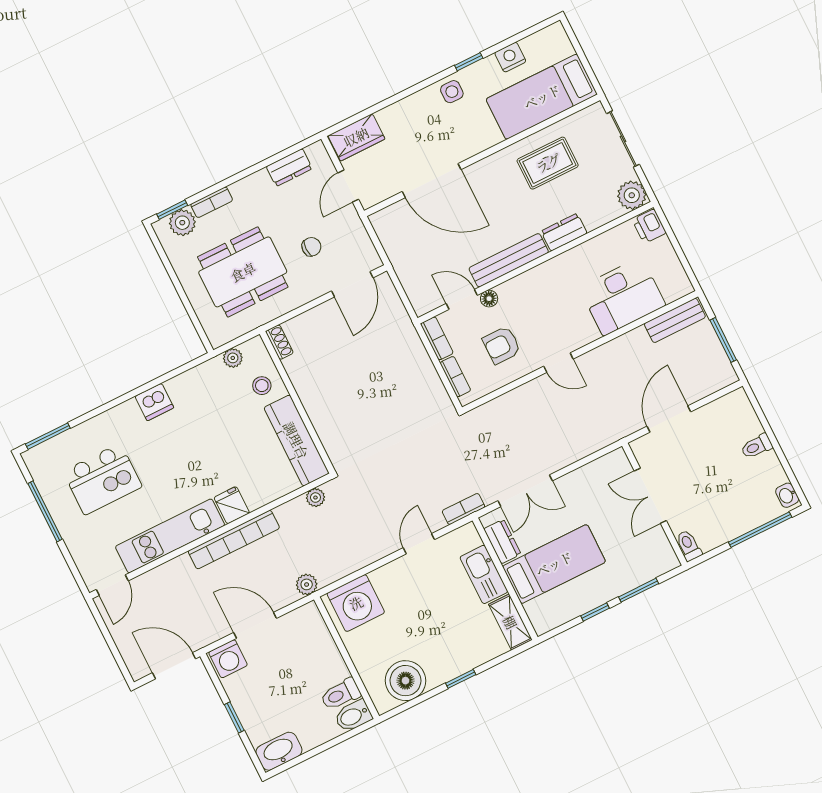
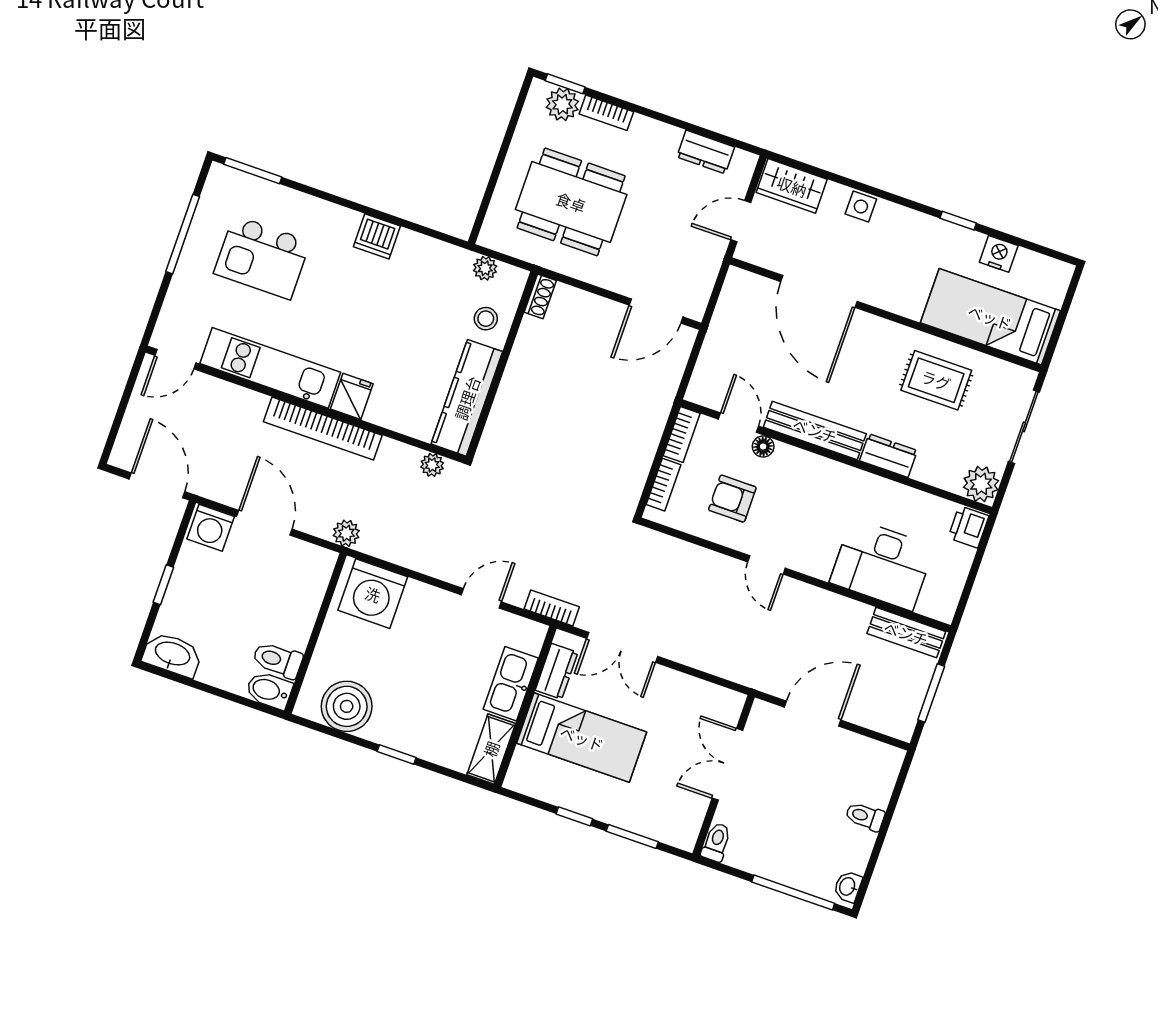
side table: (452, 92) -> (861, 206), moved
chair: (311, 247) -> (654, 241), removed

